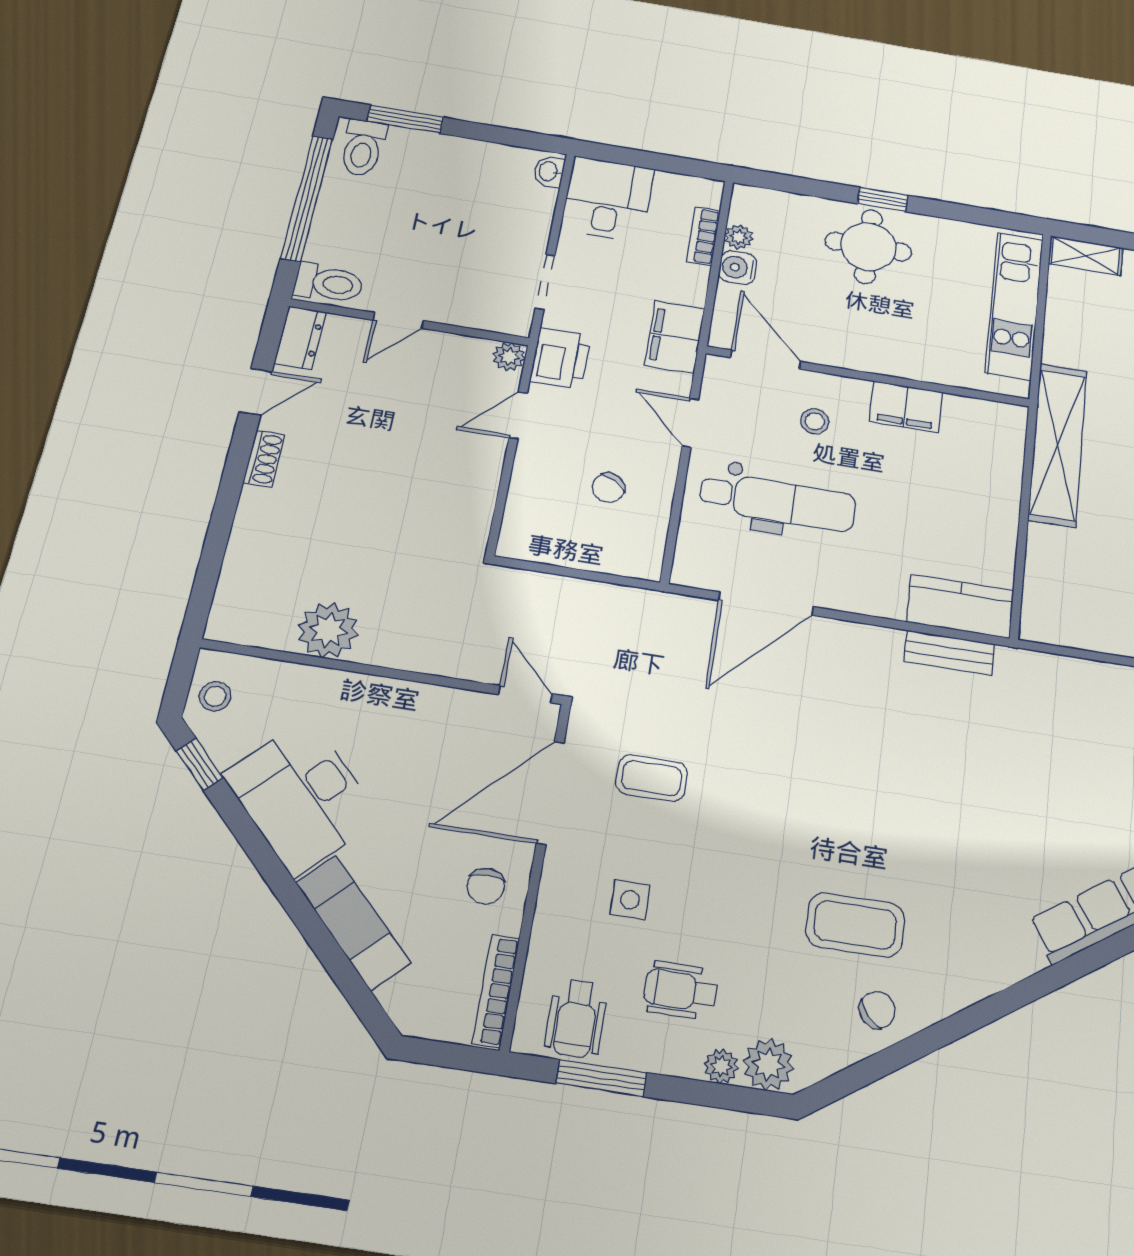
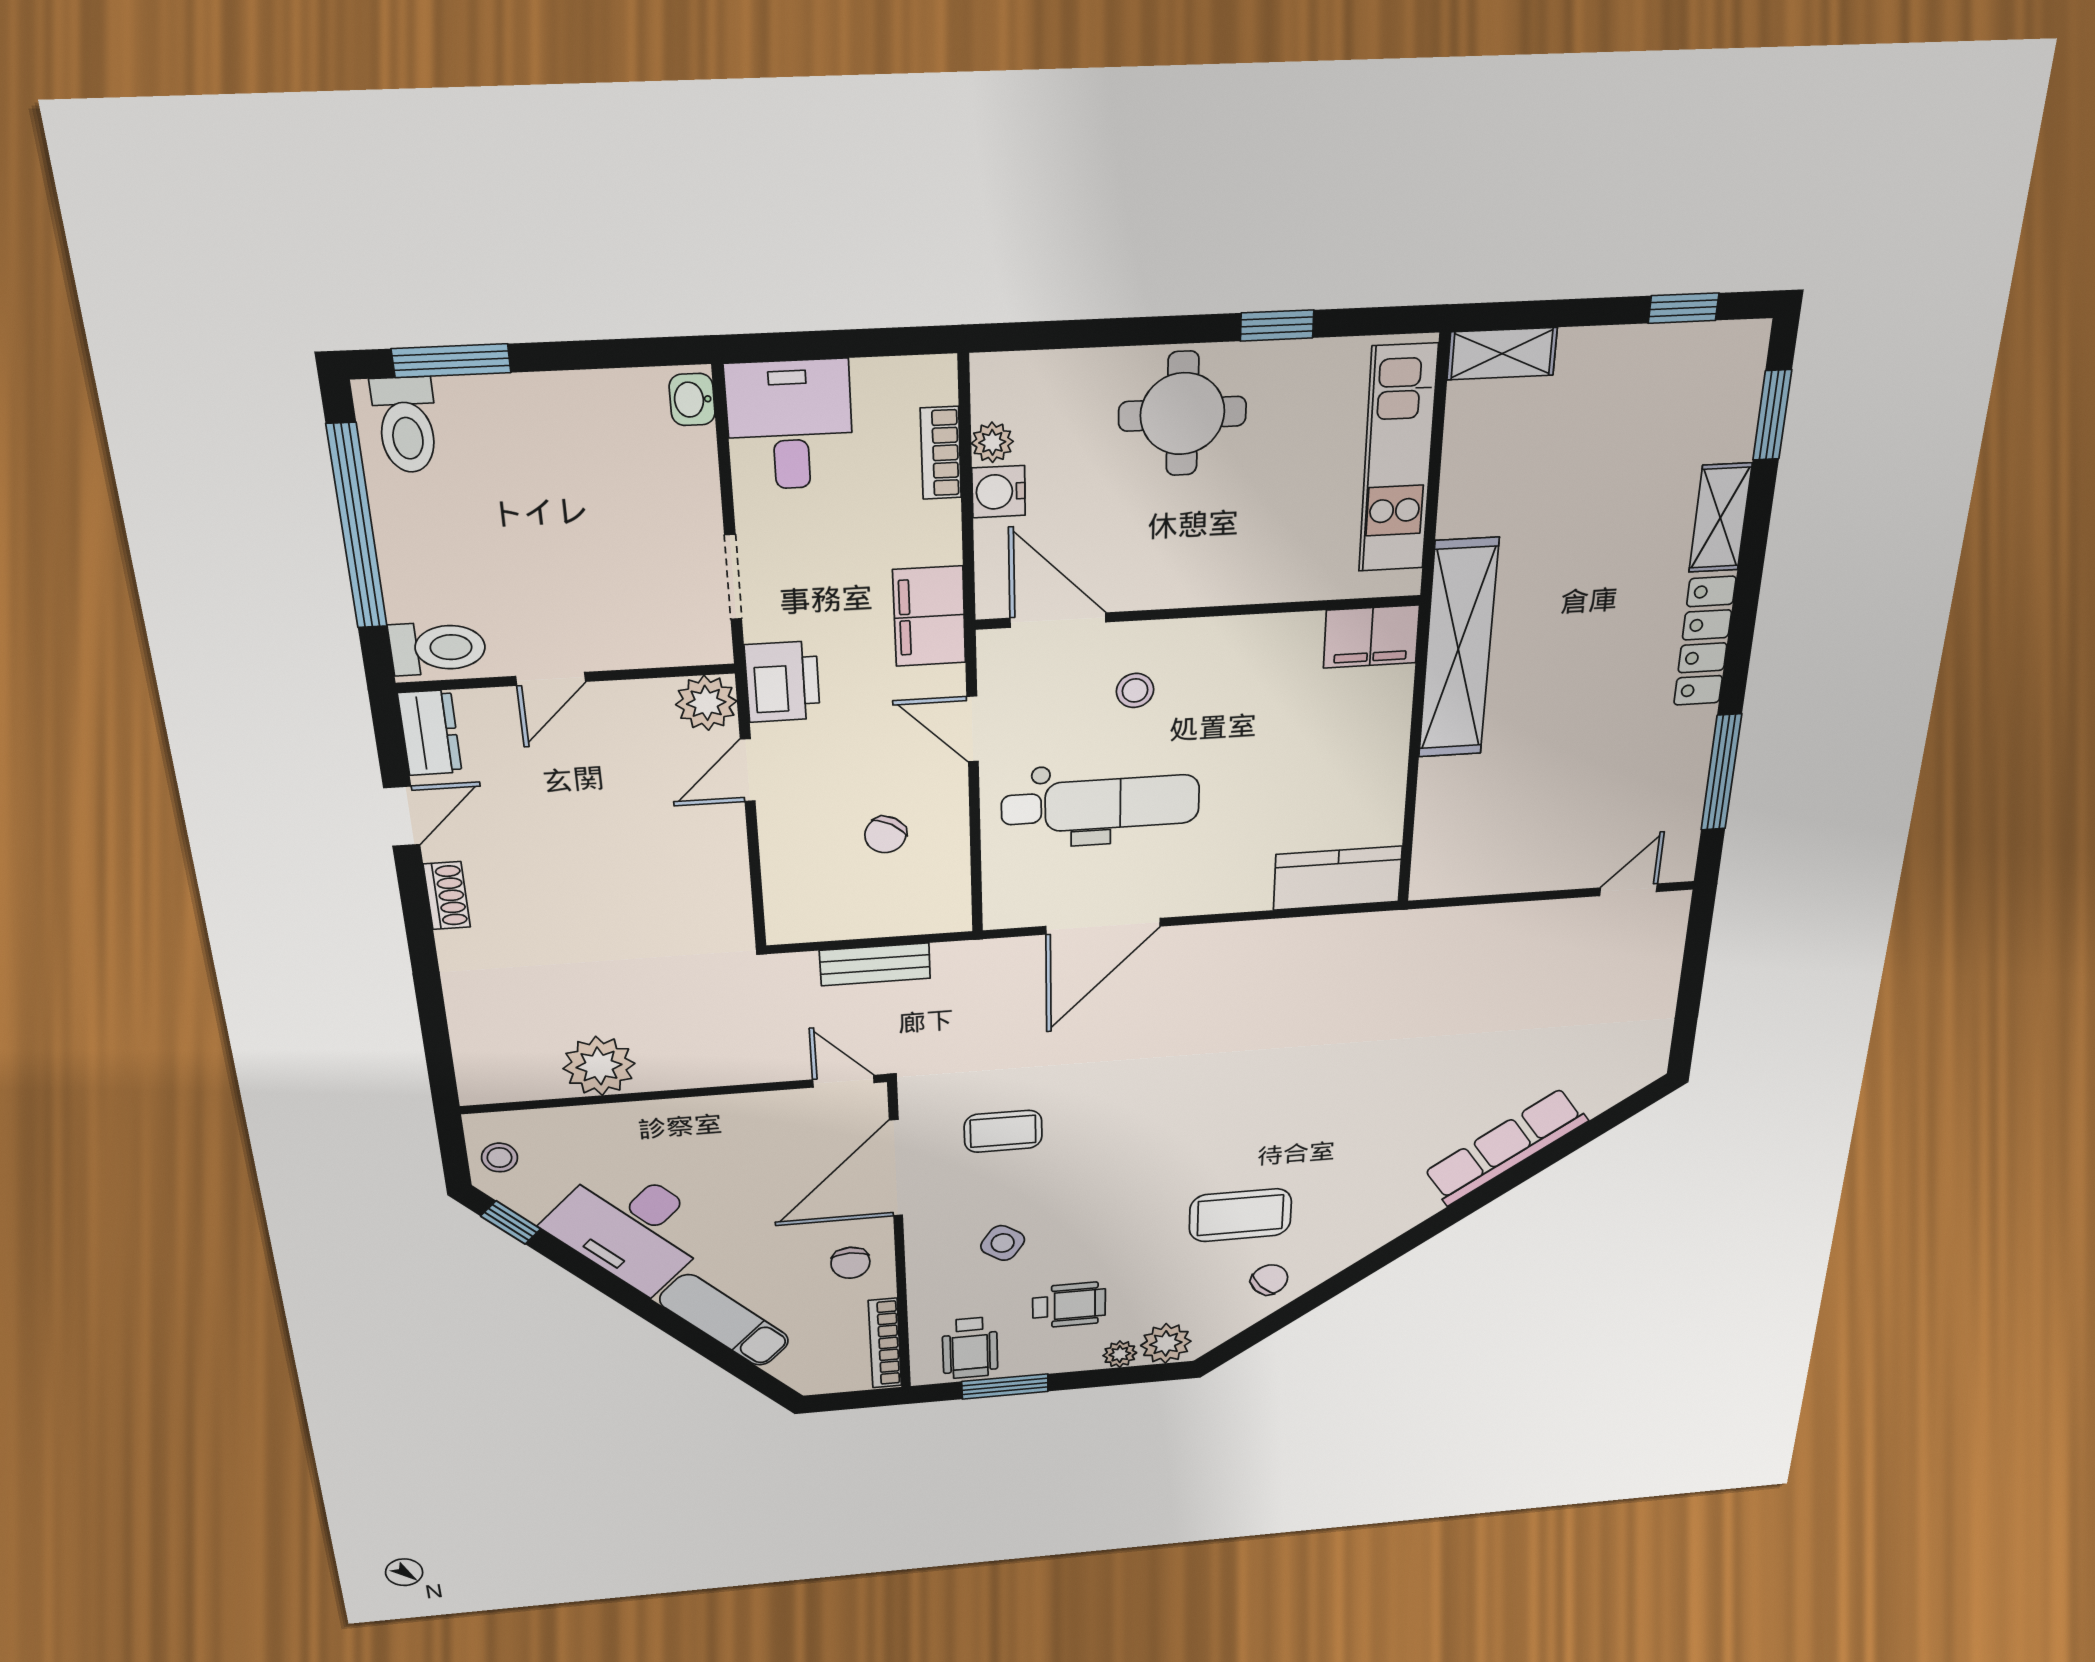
window: (883, 199) -> (1277, 325), moved
plant: (509, 357) -> (706, 703), width x1.38, depth x1.38
filing cabinet: (906, 407) -> (1371, 637), moved
bench: (949, 653) -> (875, 964), moved
side table: (630, 900) -> (1003, 1243), turned 34
wheelchair: (680, 990) -> (1069, 1305), turned 180

